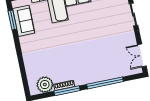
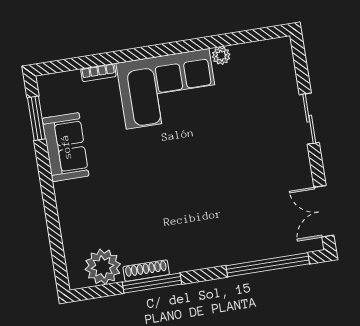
sofa: (24, 21) -> (66, 147), moved
window: (105, 83) -> (268, 265), moved

